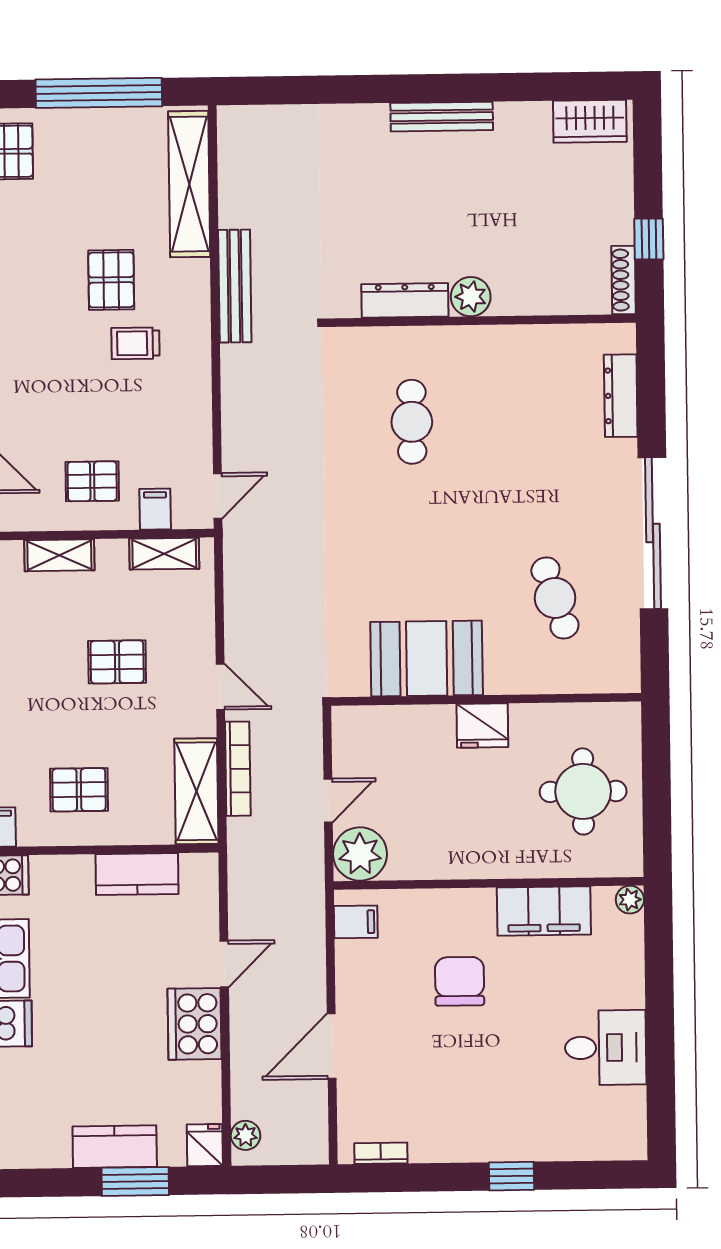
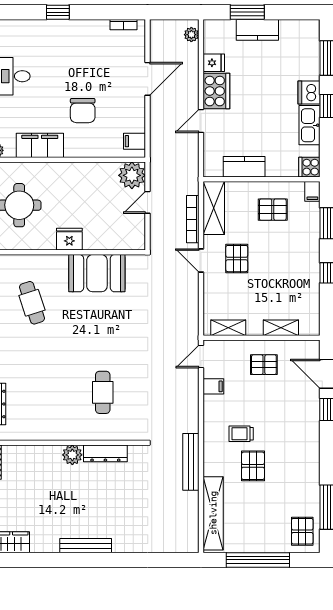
trolley: (135, 343) -> (241, 434), turned 180
filing cabinet: (155, 509) -> (213, 386), moved, turned -90
pallet: (117, 662) -> (237, 259), moved, turned 90
fridge: (205, 1145) -> (214, 63), moved, turned -90

